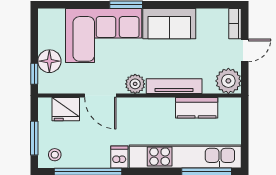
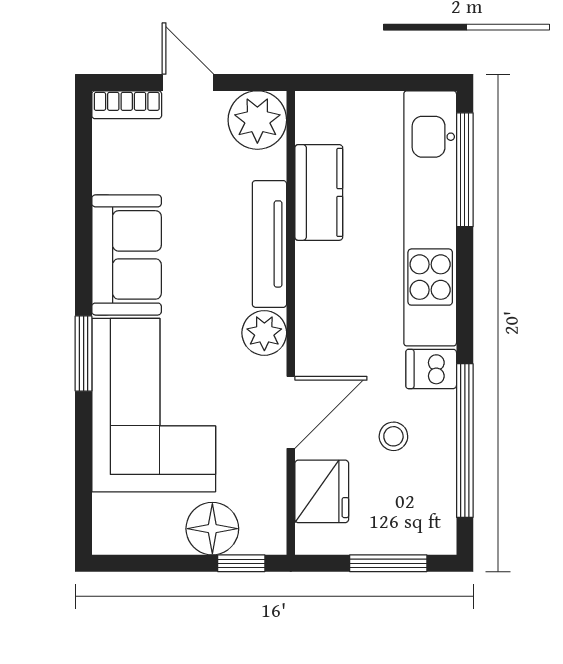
stool: (55, 155) -> (393, 436), moved

